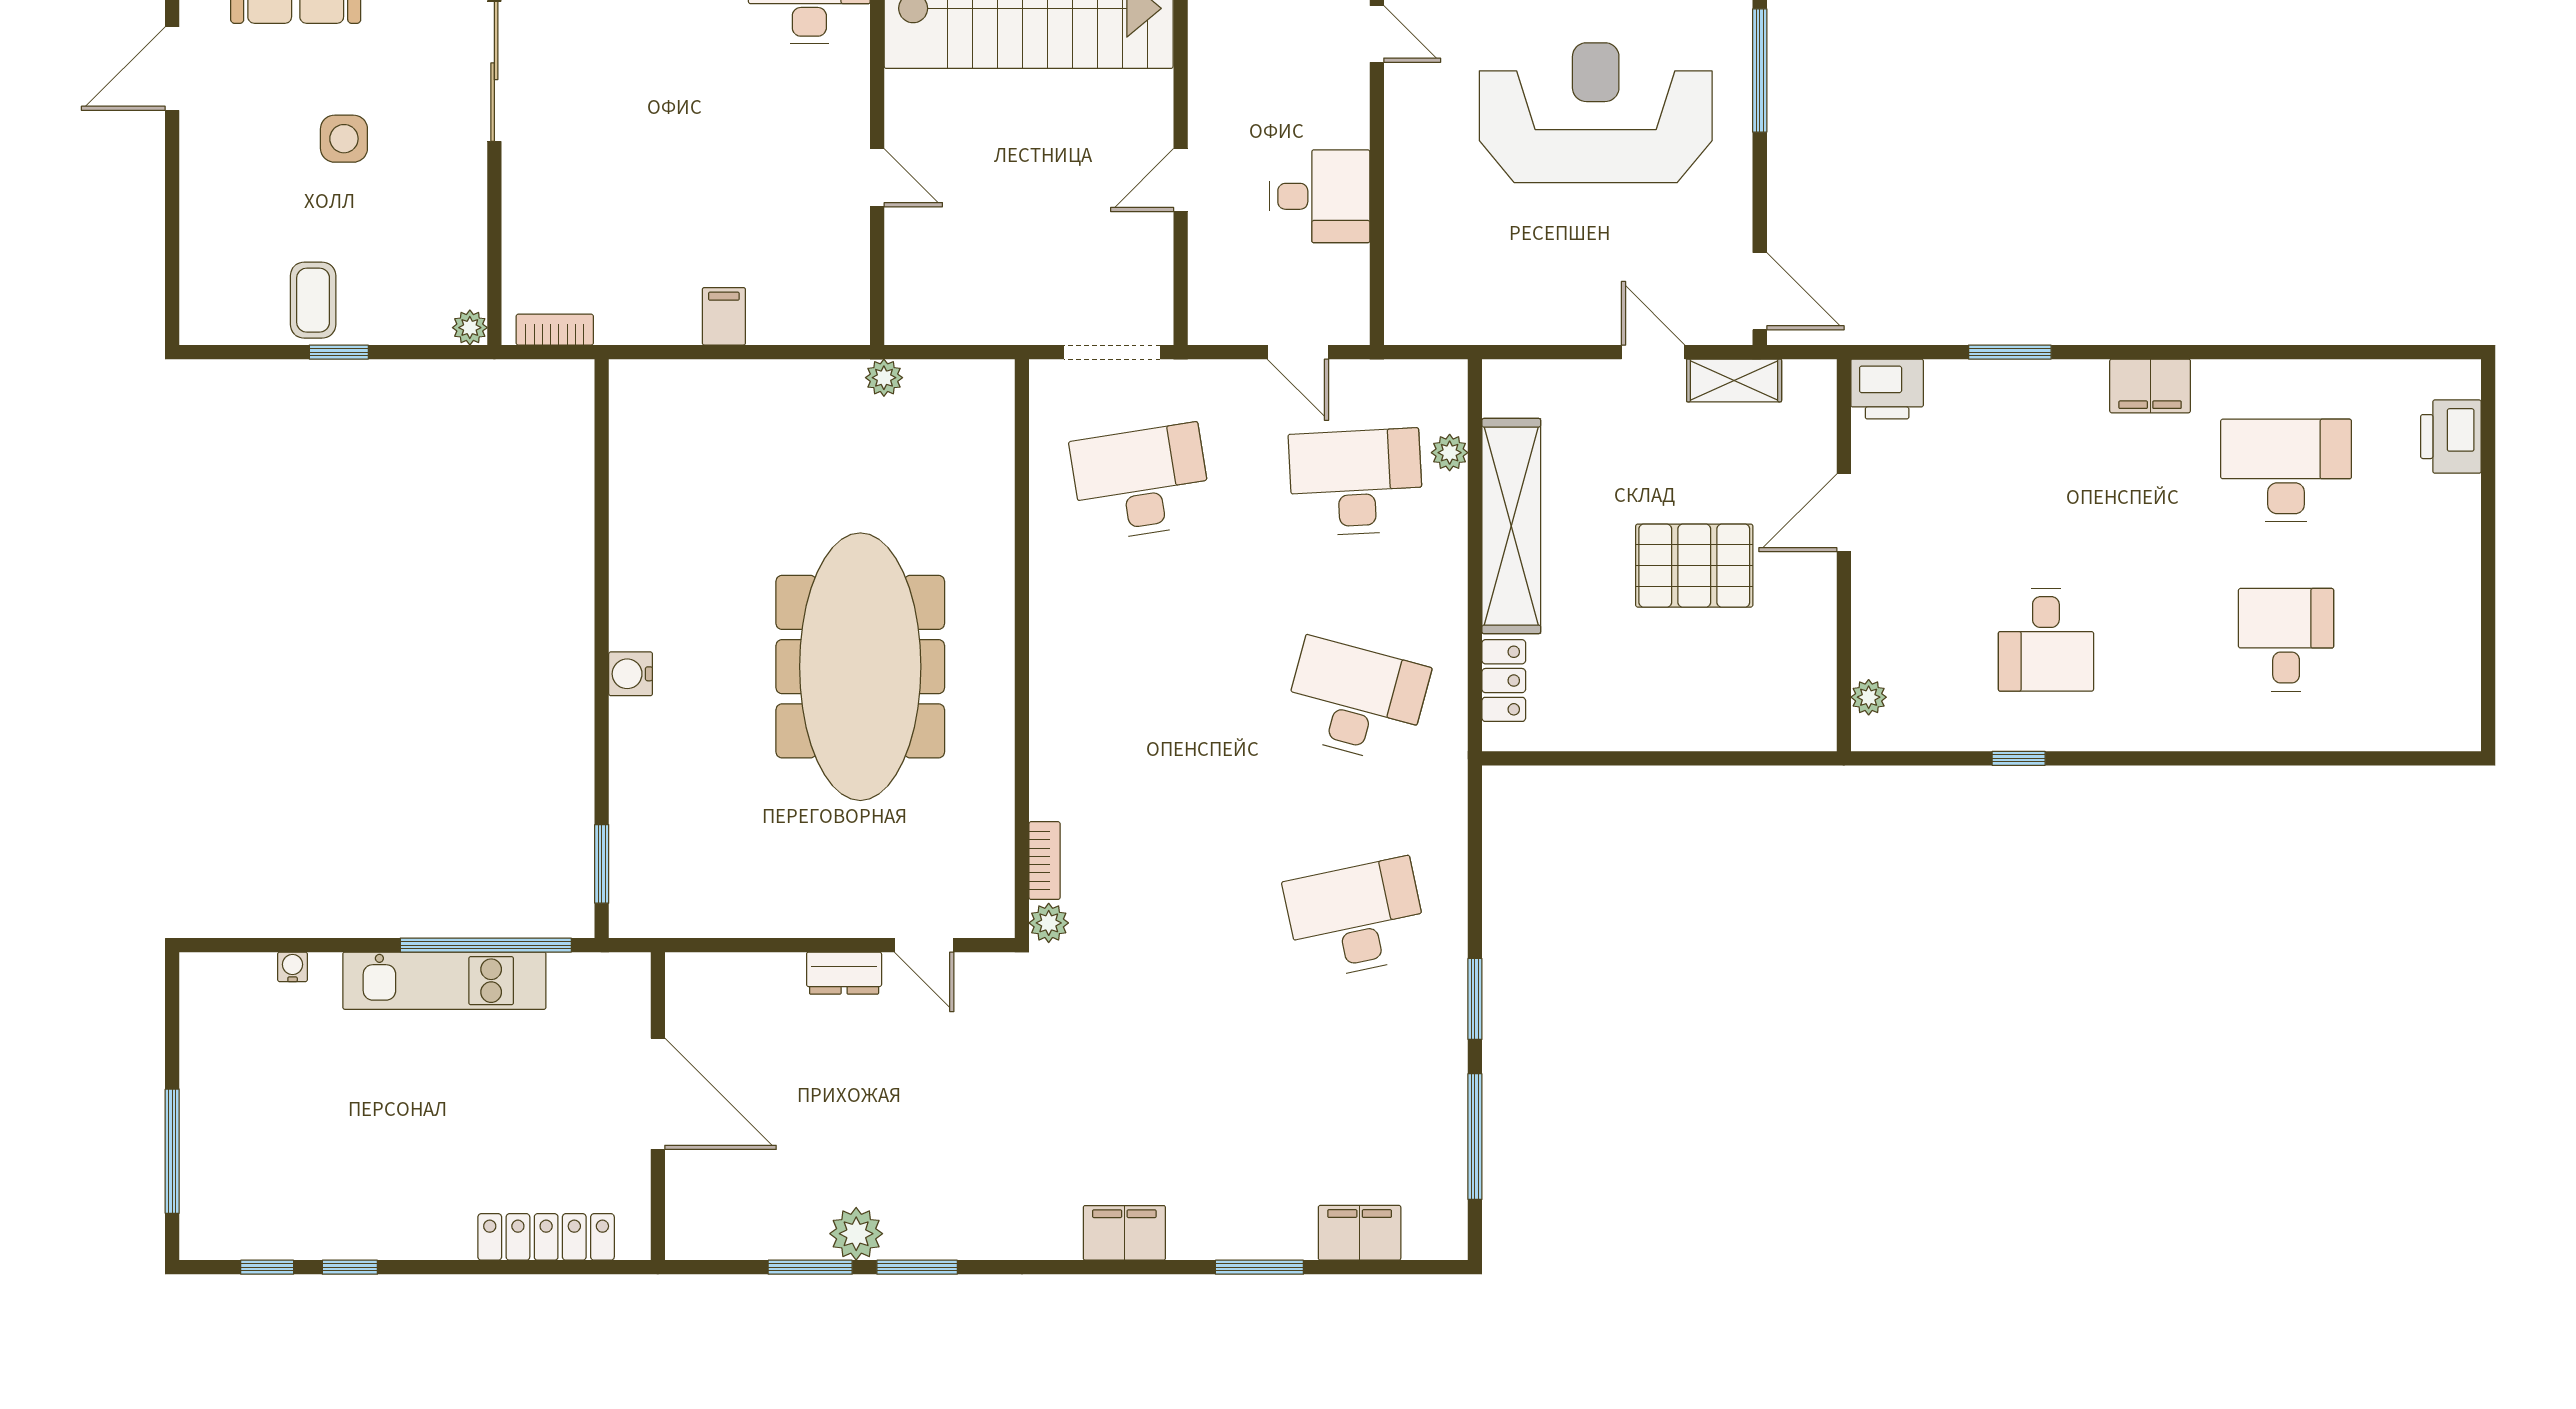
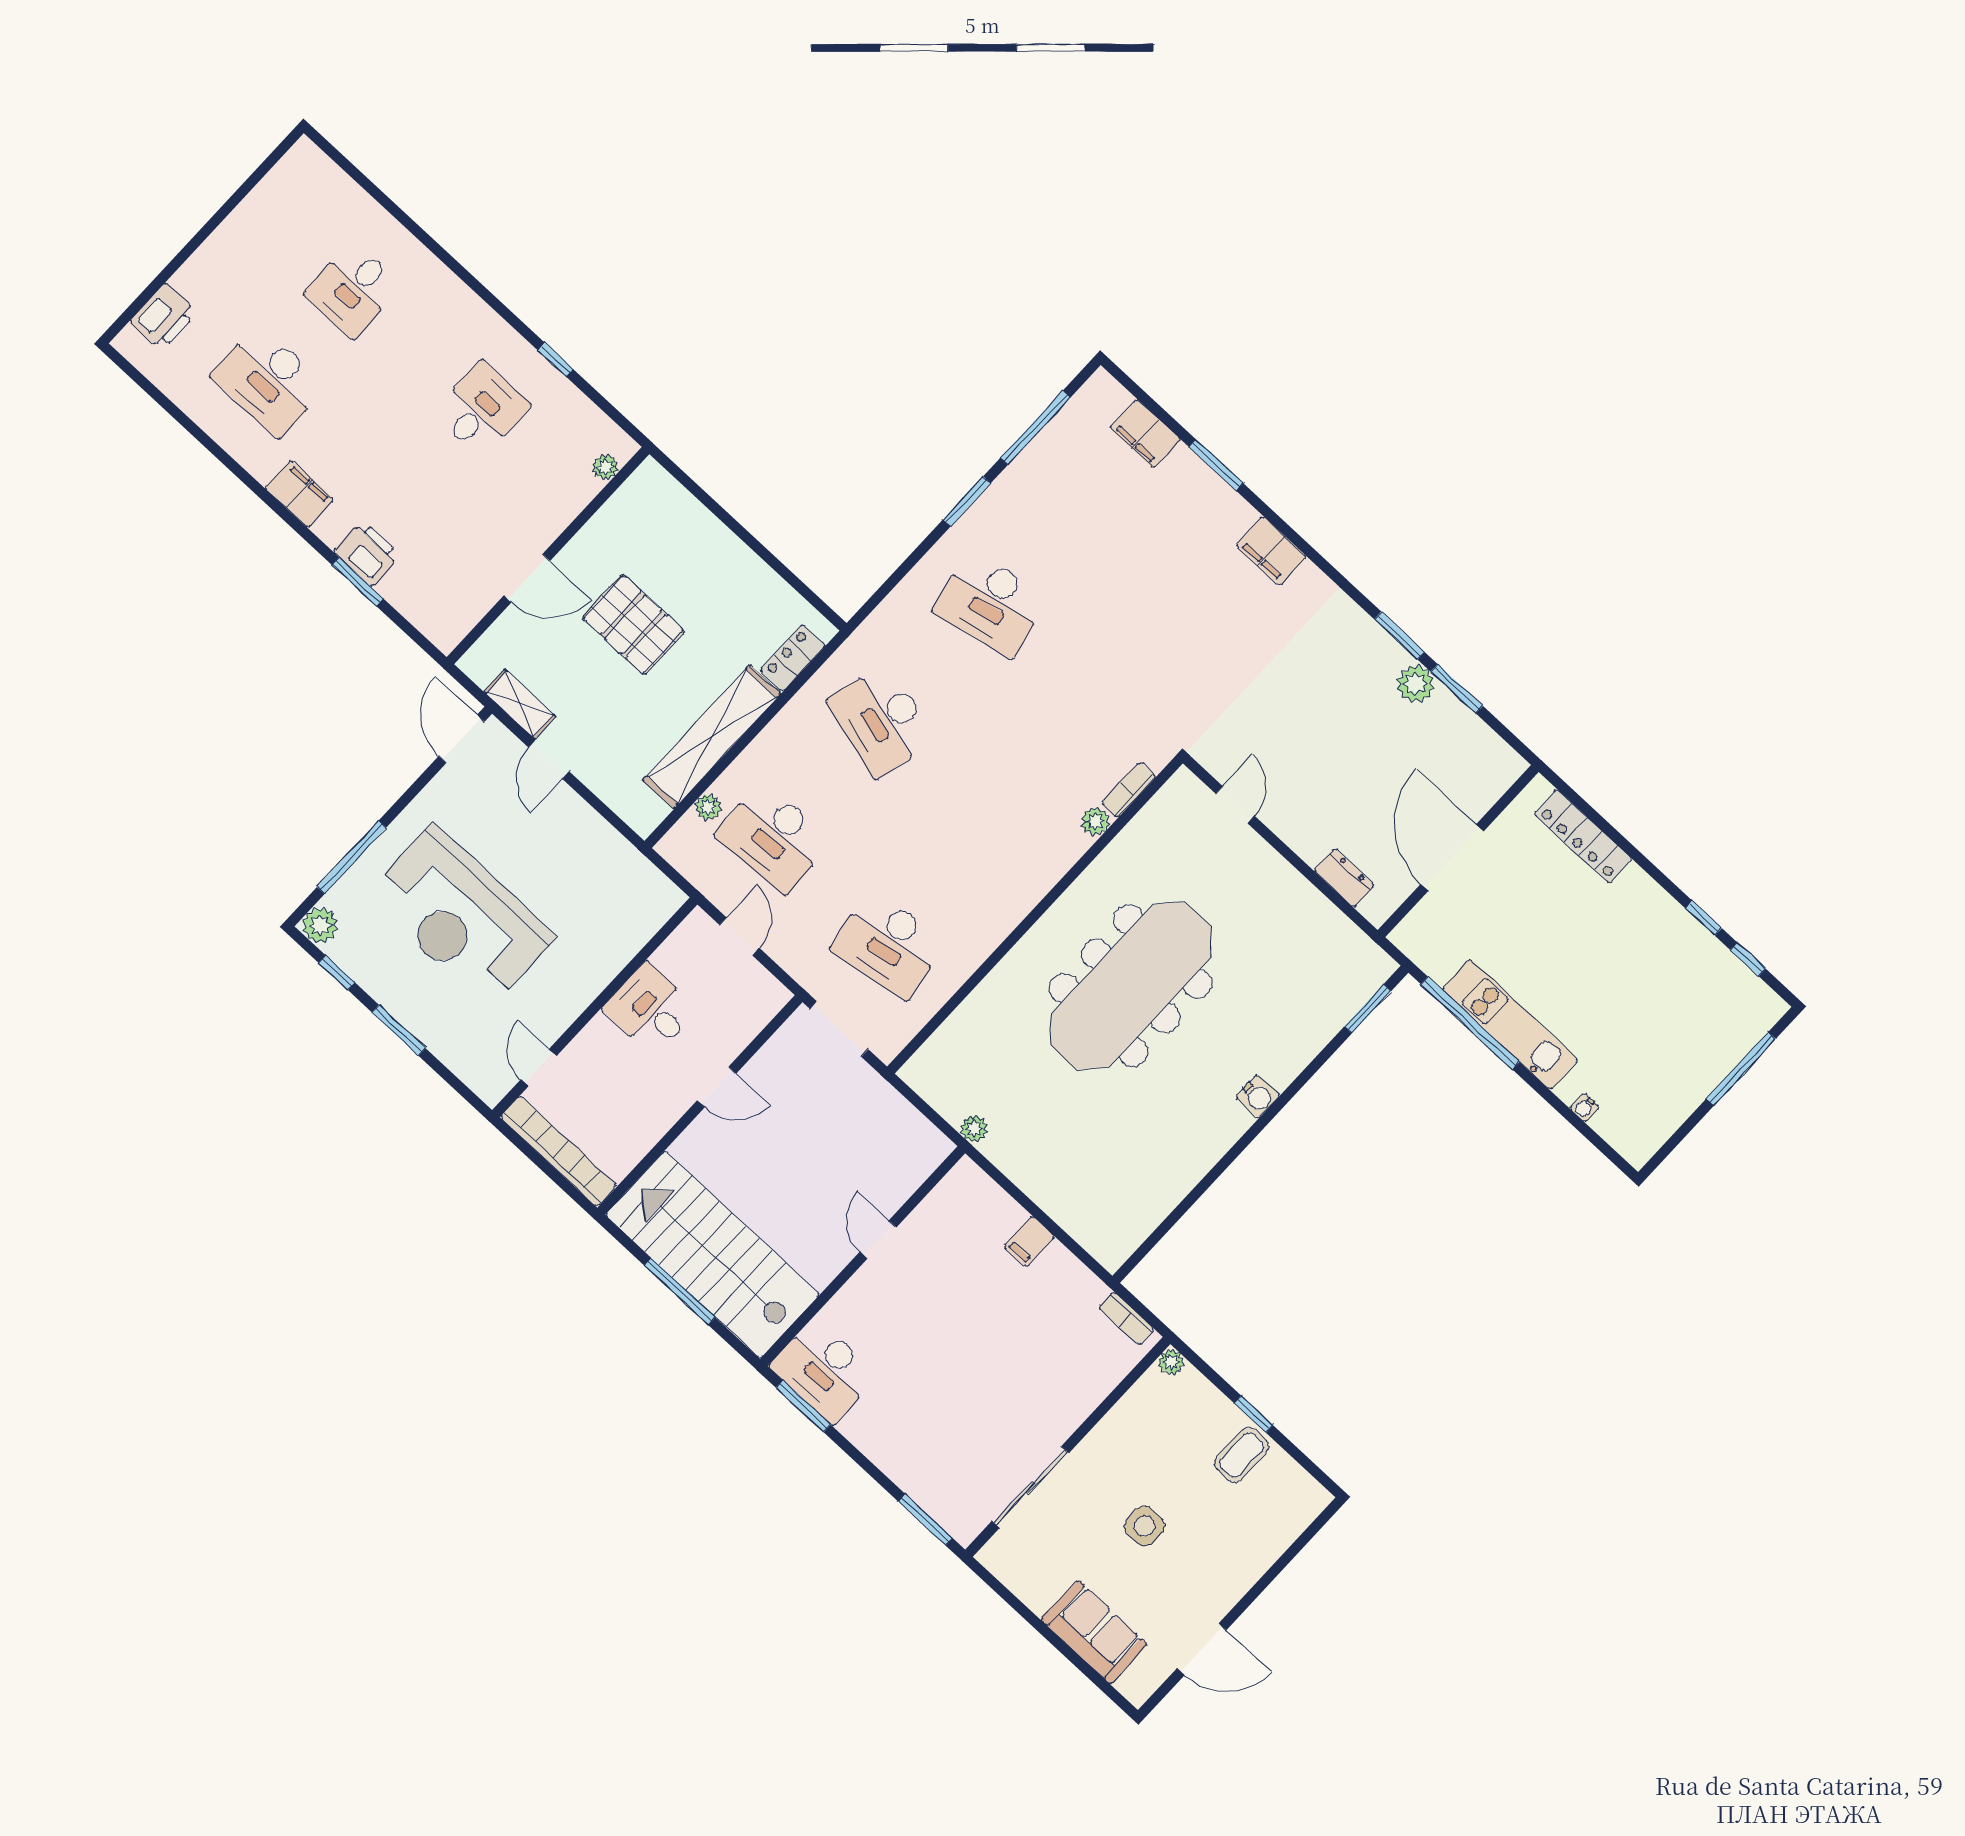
printer: (1887, 389) -> (367, 553), moved
plant: (1049, 923) -> (1095, 821), moved
dresser: (844, 973) -> (1344, 878), moved

